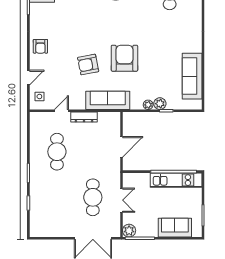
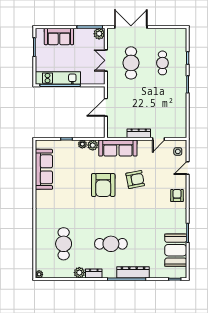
plant: (160, 104) -> (93, 145), moved
cafe table: (57, 152) -> (162, 63), moved, width x0.73, depth x0.74

